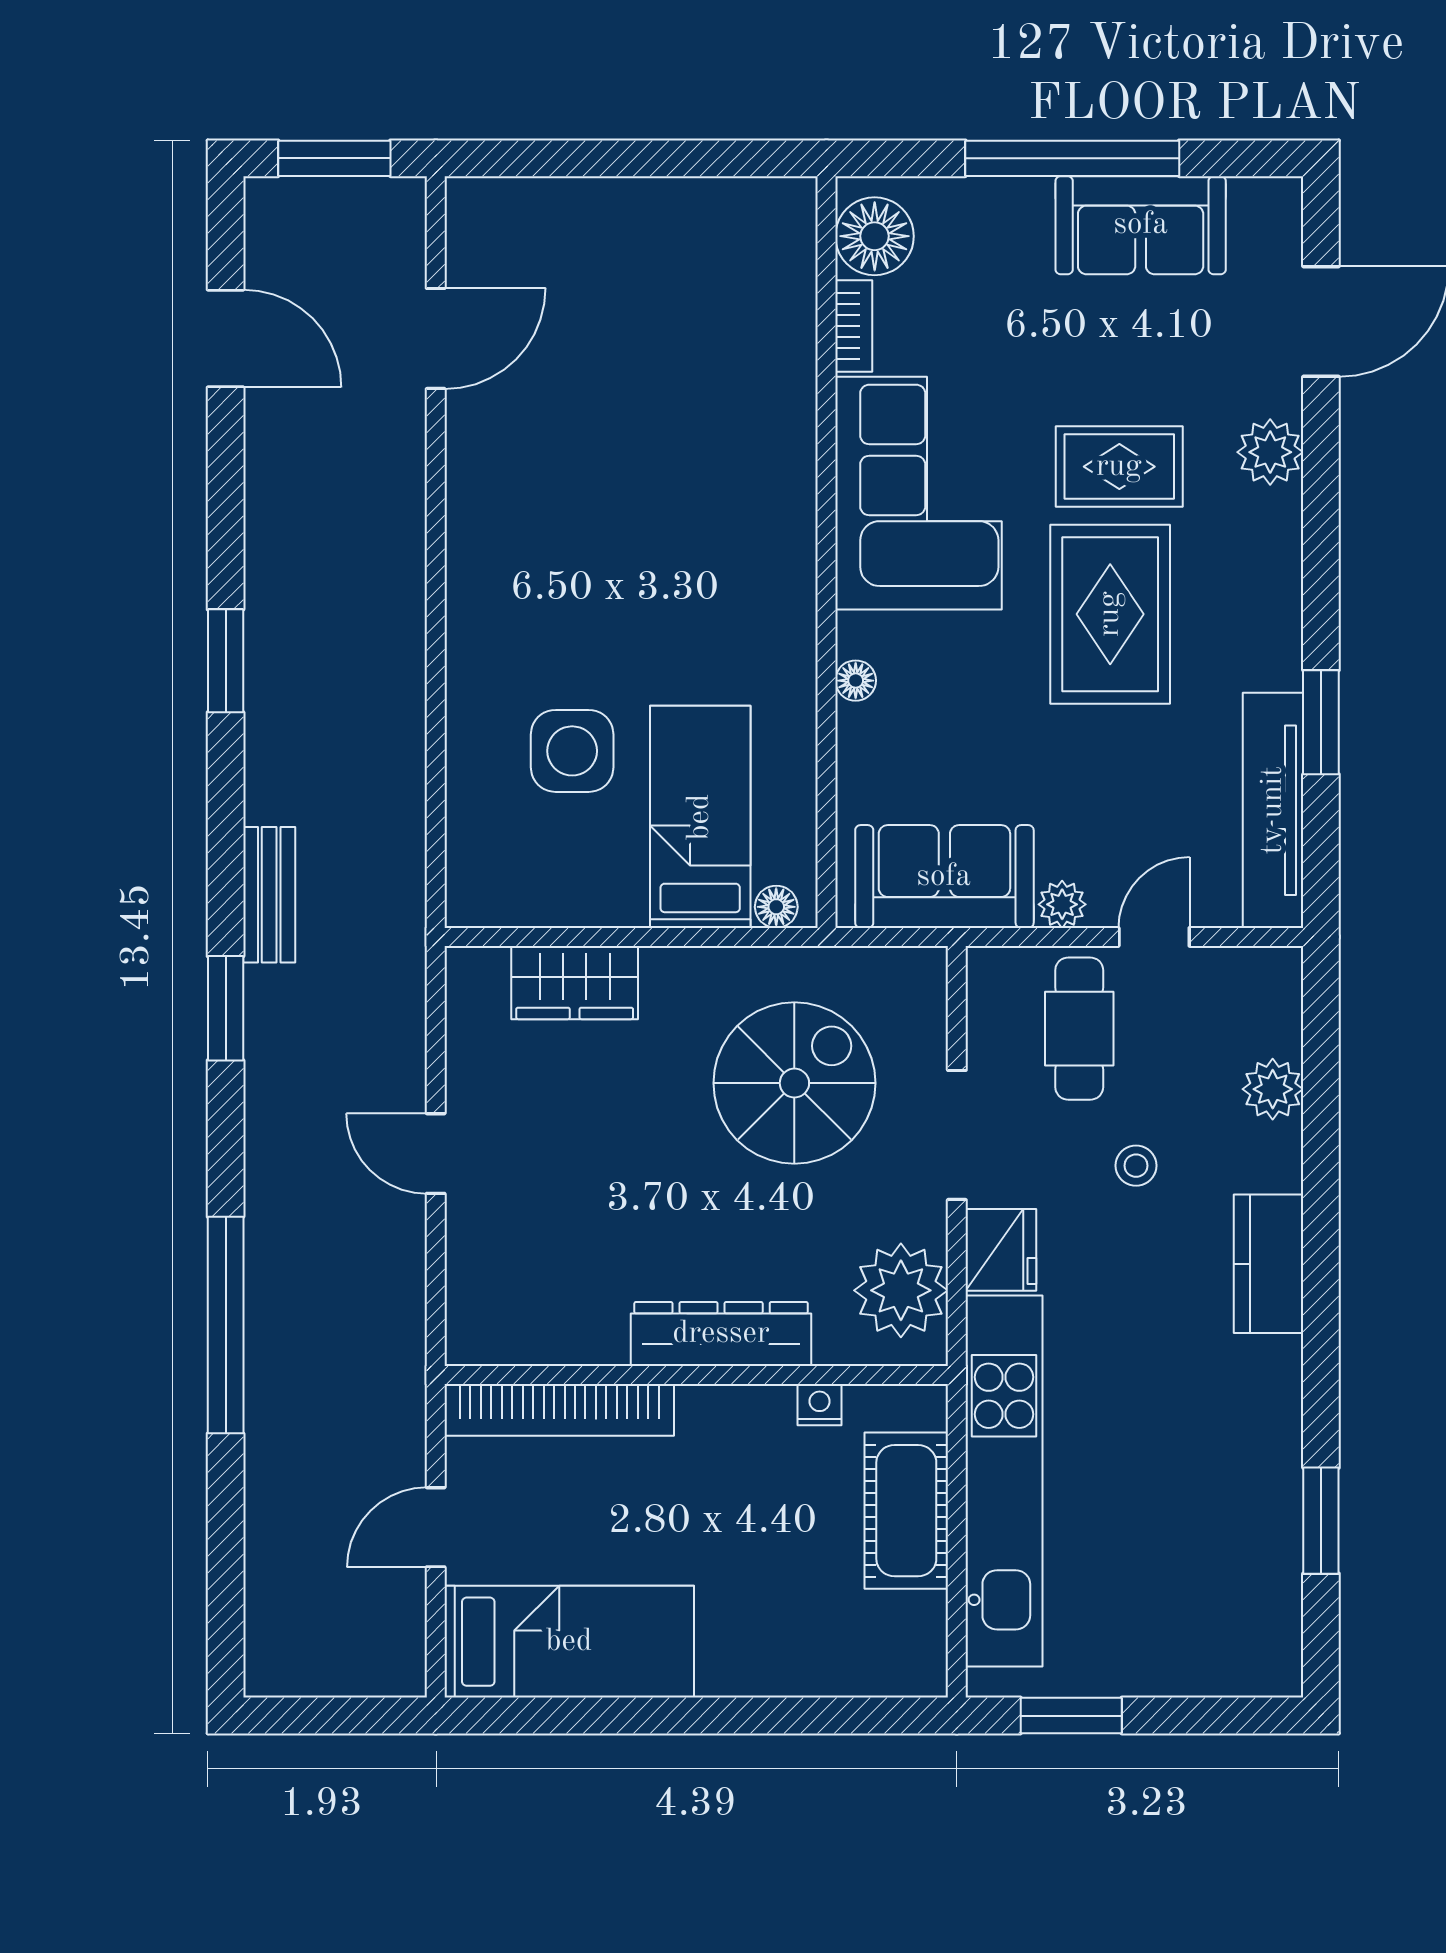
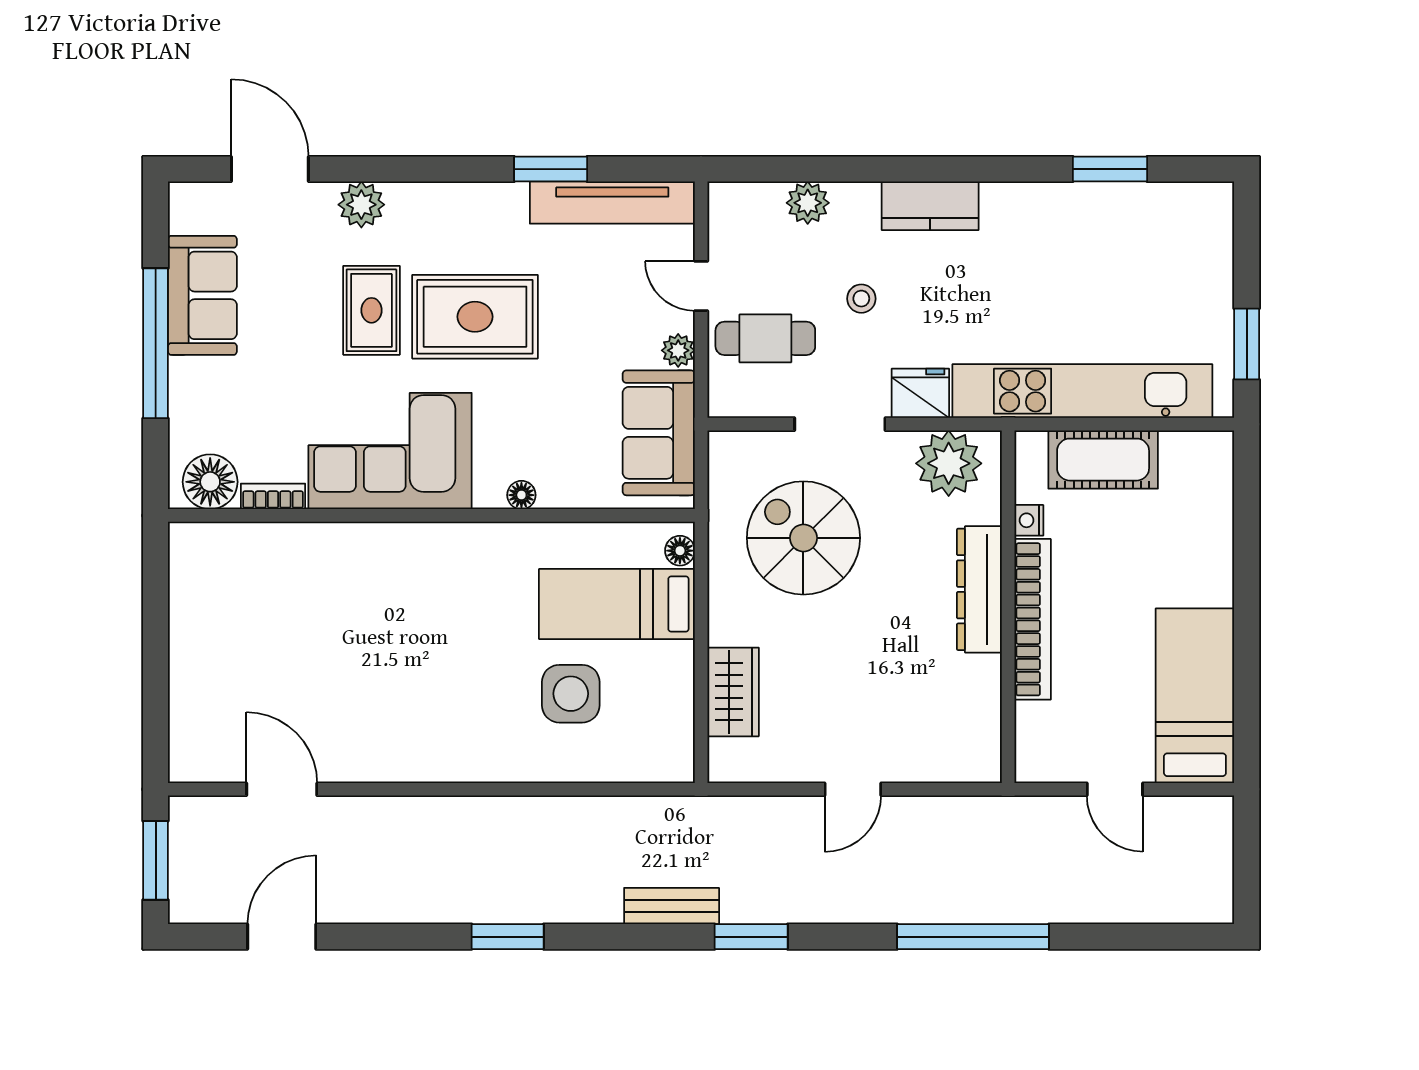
bookcase: (559, 1410) -> (1033, 619), moved

